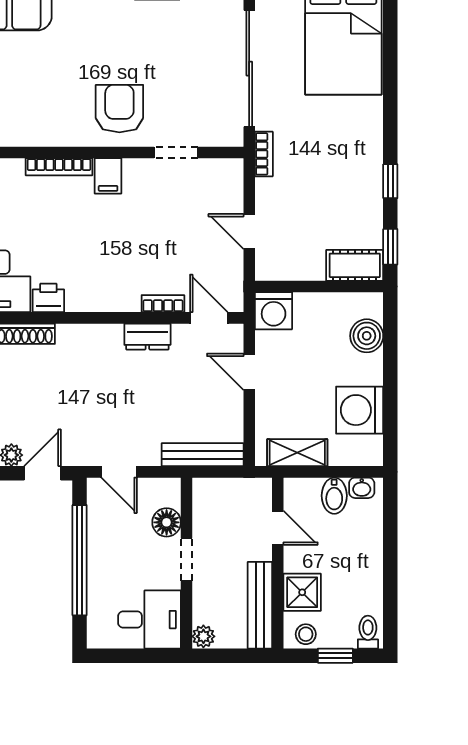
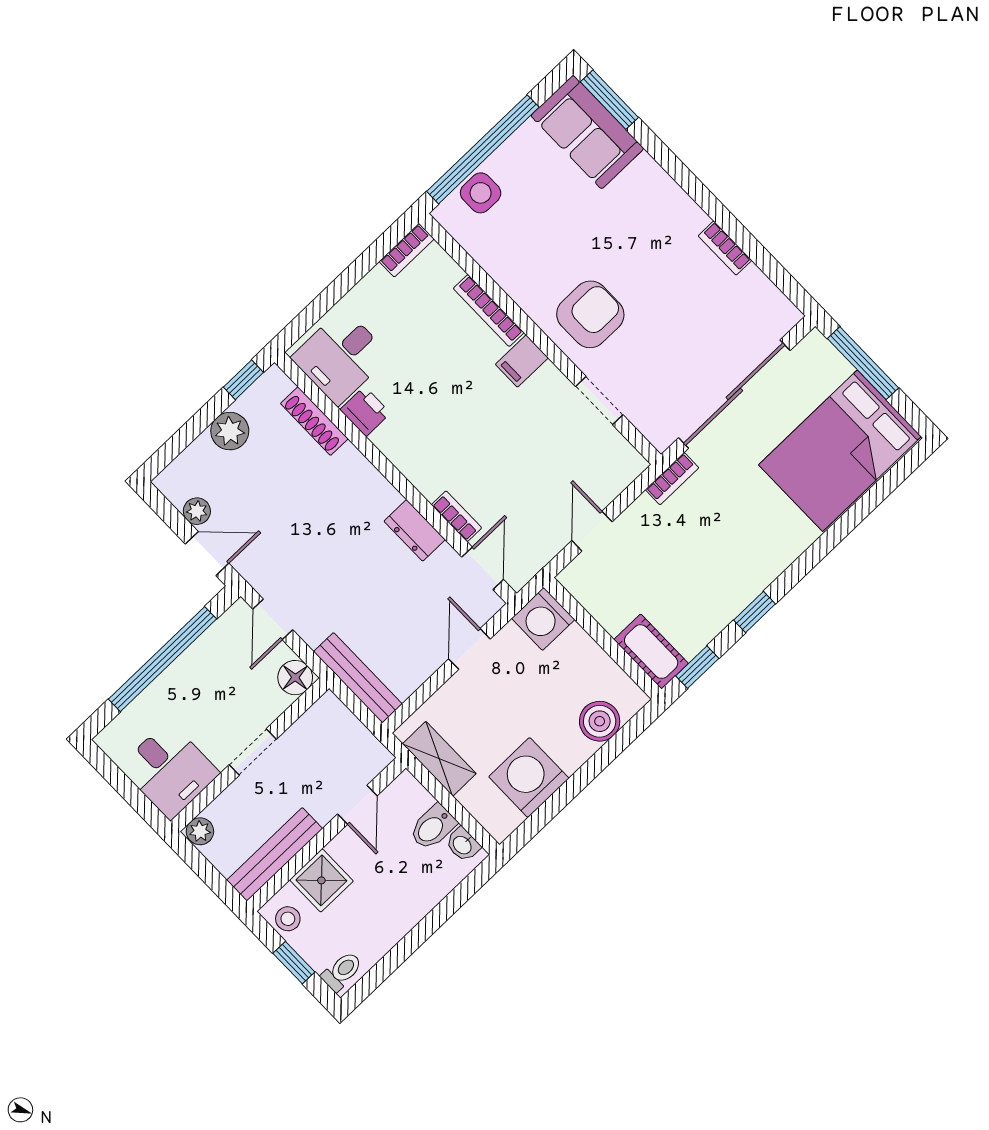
floor lamp: (167, 522) -> (295, 678), moved

